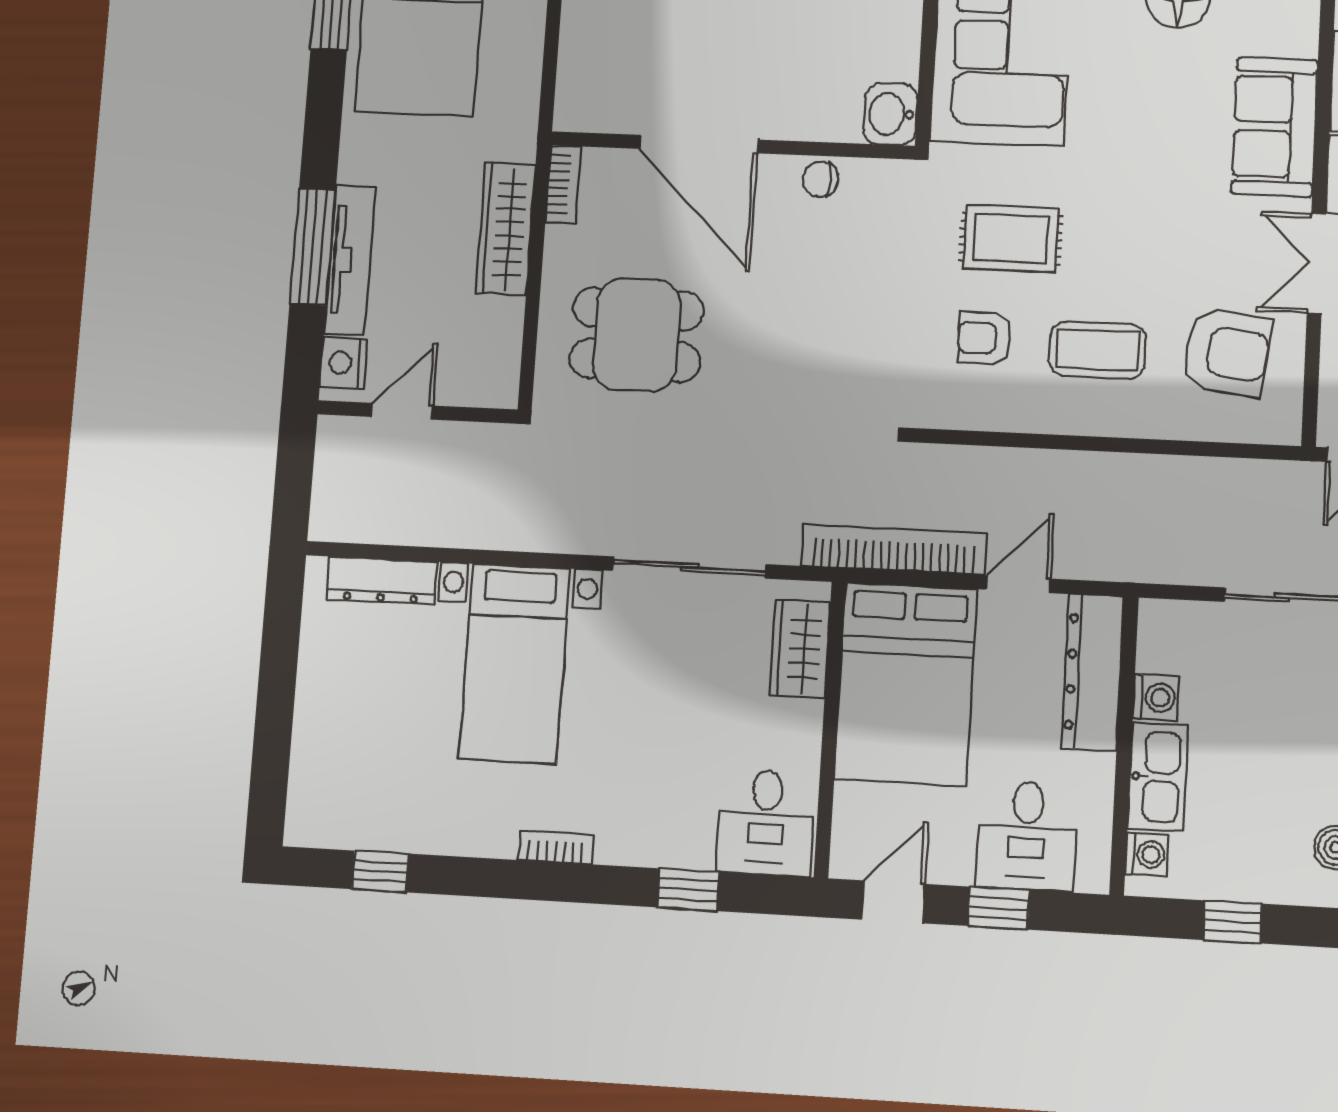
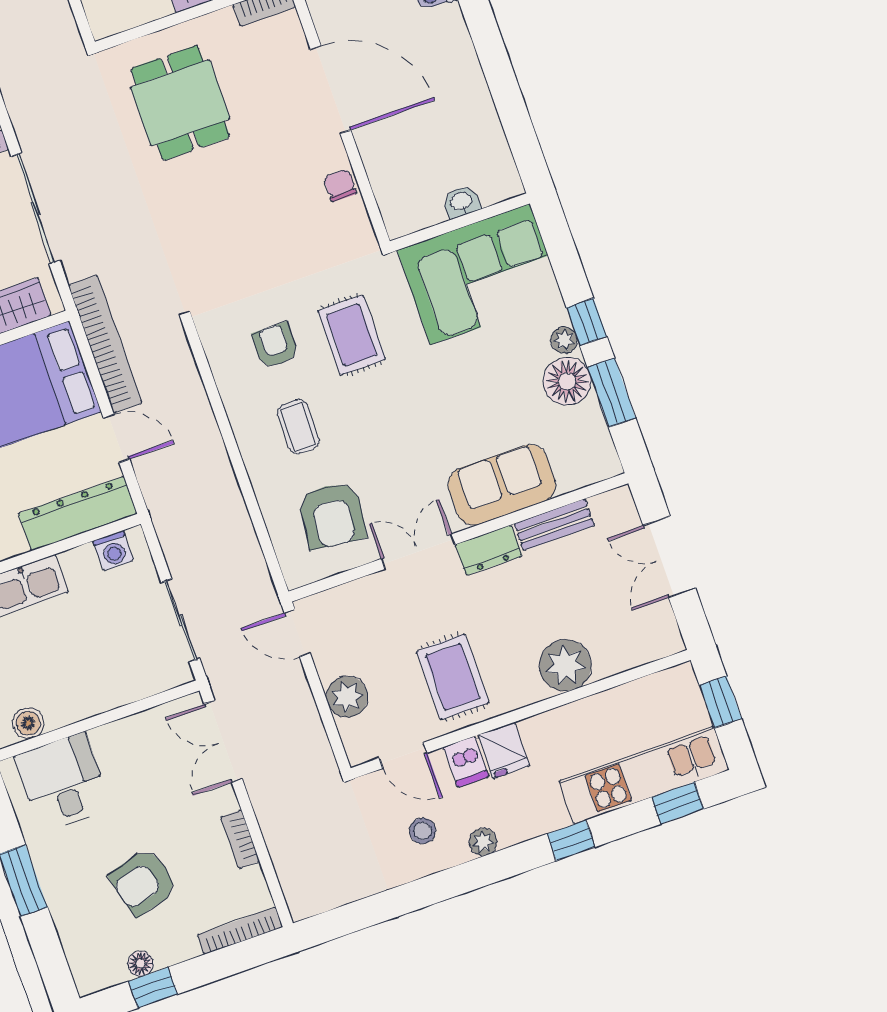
washbasin: (890, 114) -> (461, 202), moved, width x0.72, depth x0.69
door: (699, 144) -> (331, 89), swing flipped
coffee table: (1098, 350) -> (298, 427), width x0.73, depth x0.77
washing machine: (1156, 697) -> (113, 551), moved

